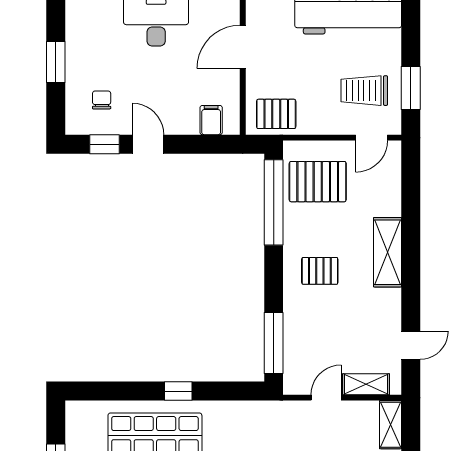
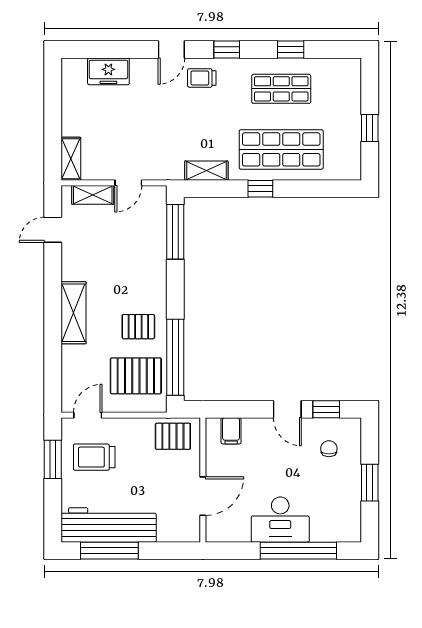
trolley: (364, 91) -> (94, 457), turned 180
chair: (102, 100) -> (329, 449), turned 180
pallet: (320, 271) -> (138, 327), moved
shelving: (239, 411) -> (206, 171), added

